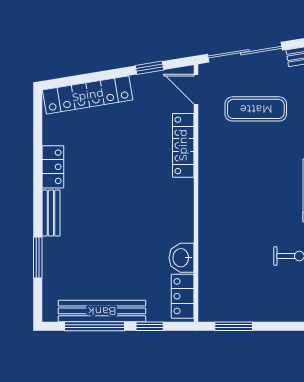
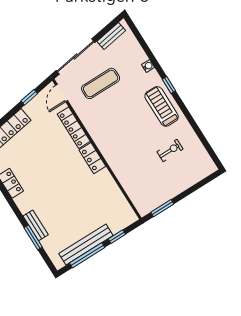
door: (196, 89) -> (62, 93), hinge flipped
bench: (51, 213) -> (36, 225), moved
washbasin: (181, 258) -> (111, 189), removed
locker: (183, 296) -> (92, 158), moved

